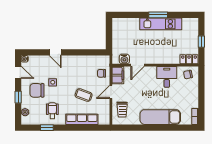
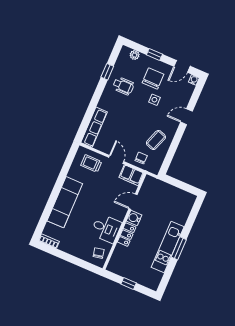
water cooler: (124, 59) -> (134, 218), moved
locker: (189, 59) -> (127, 235), moved
door: (137, 65) -> (133, 202), hinge flipped
coffee table: (84, 95) -> (156, 140), moved
row of seats: (82, 119) -> (94, 127), moved

